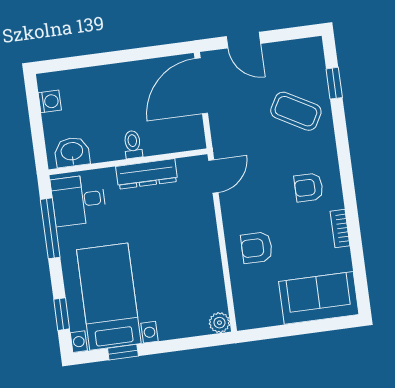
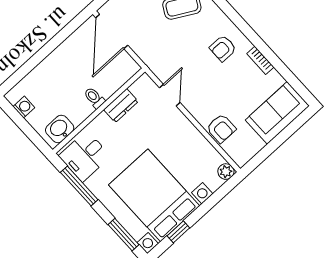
dresser: (147, 174) -> (121, 106), width x0.70
door: (213, 176) -> (170, 95), moved
armchair: (257, 248) -> (221, 128), moved, turned -90
bed with nightstands: (109, 297) -> (154, 195), width x1.36
window: (62, 314) -> (124, 235), width x1.50

